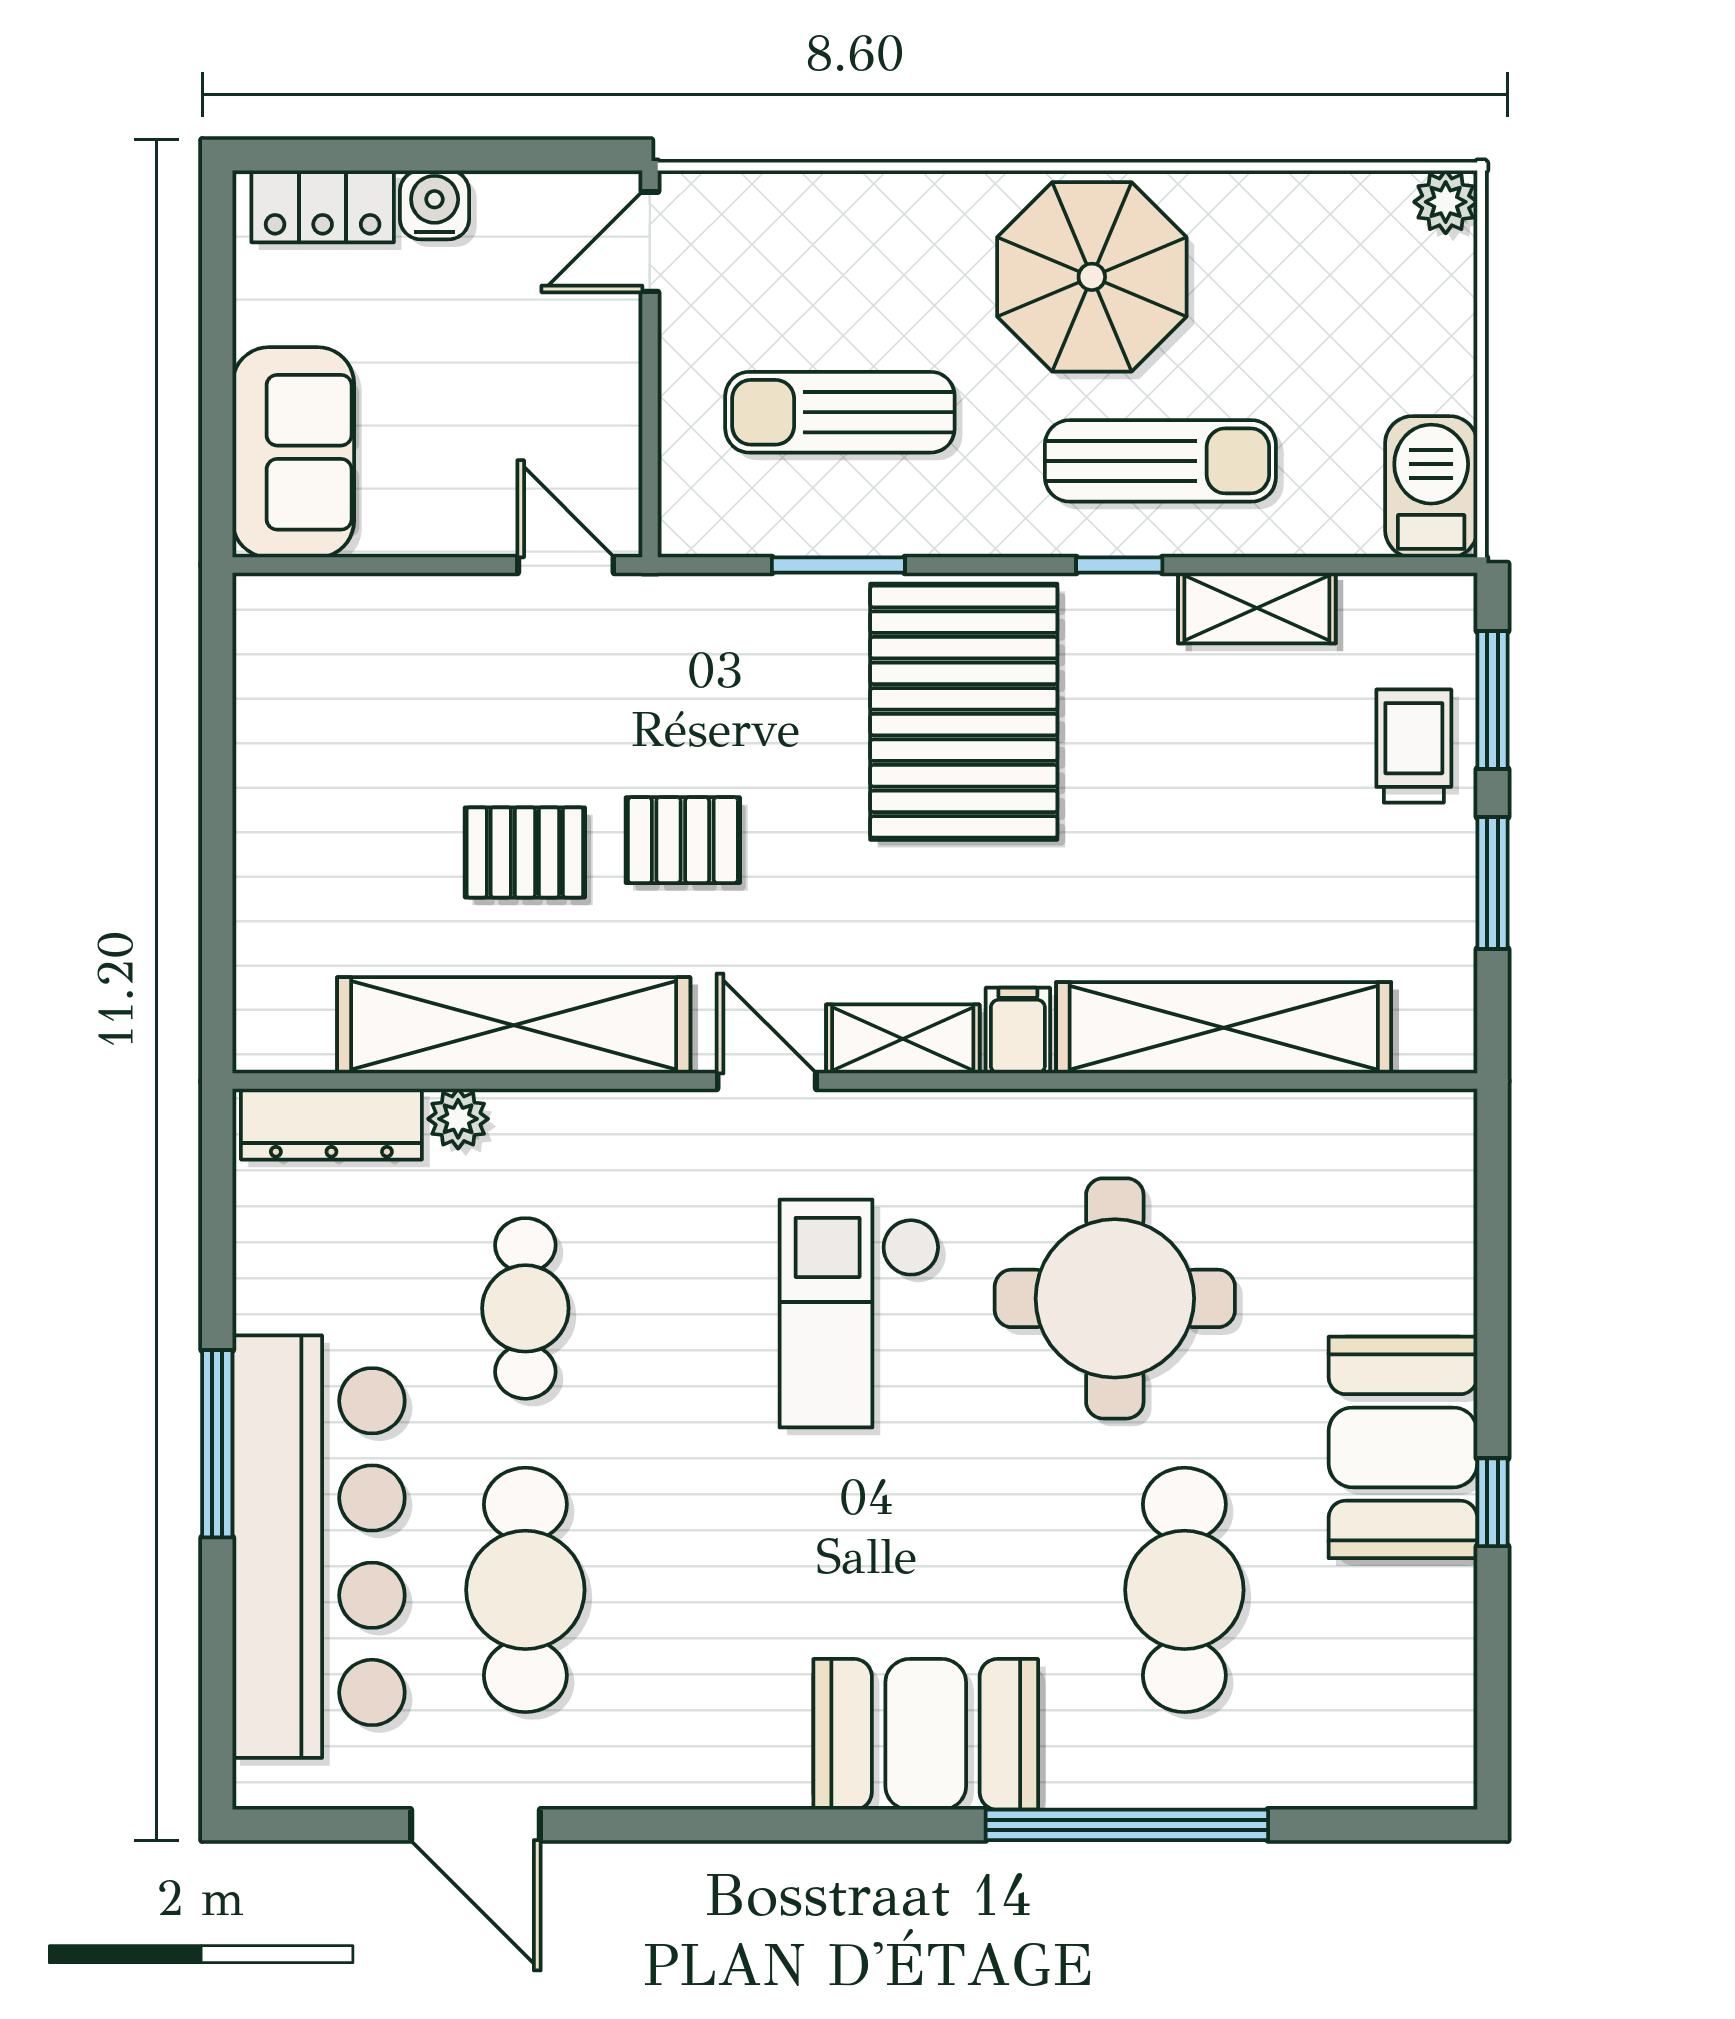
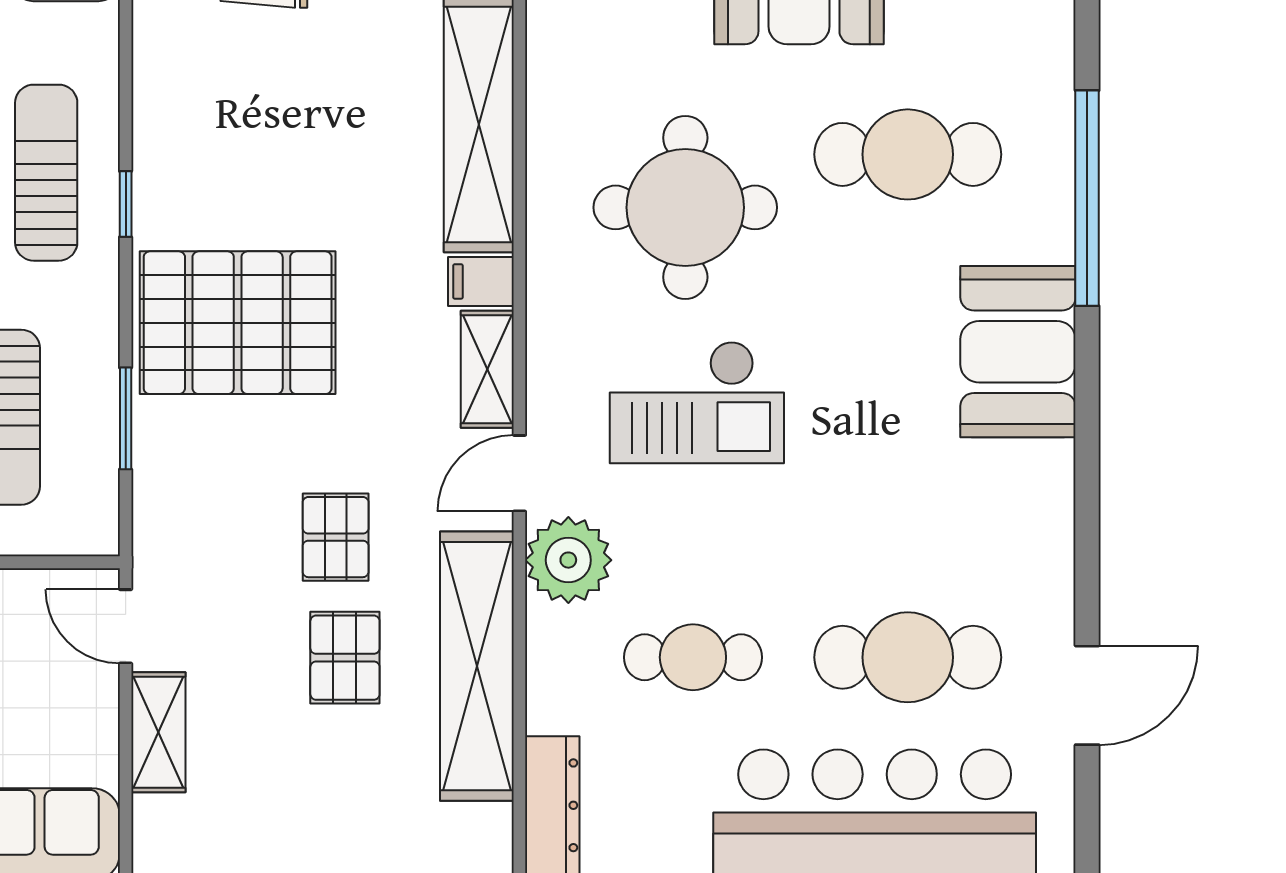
door: (566, 565) -> (126, 626), hinge flipped
shelving: (1257, 608) -> (158, 732), moved
plant: (458, 1119) -> (568, 560), moved, width x1.88, depth x1.88

